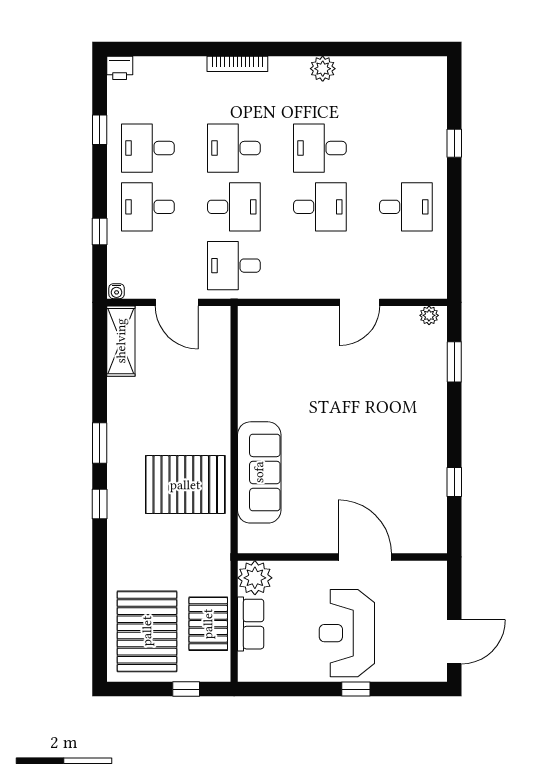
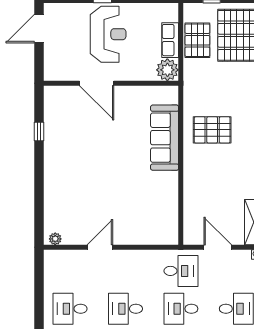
window: (454, 362) -> (39, 209), removed
pallet: (185, 485) -> (212, 130), width x0.73, depth x0.71

